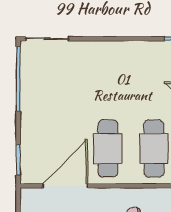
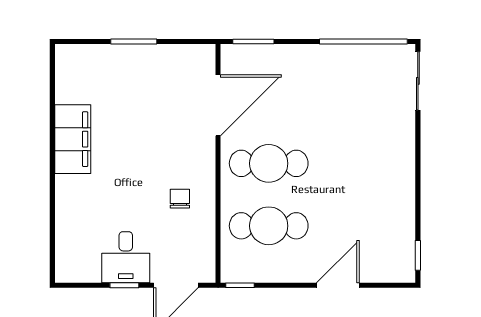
door: (65, 186) -> (218, 105), hinge flipped

